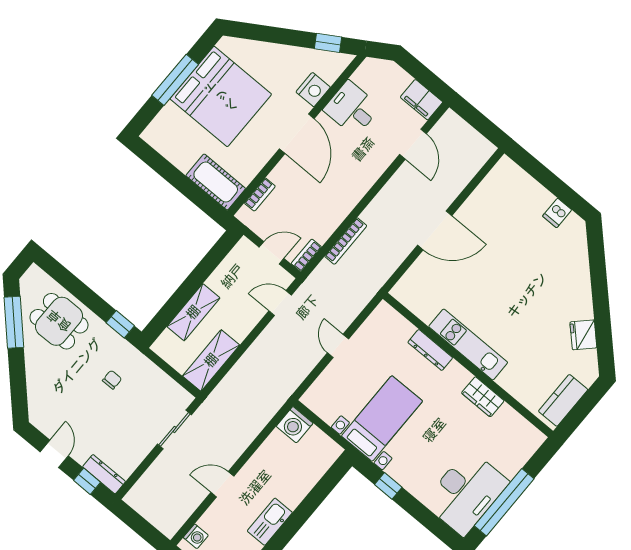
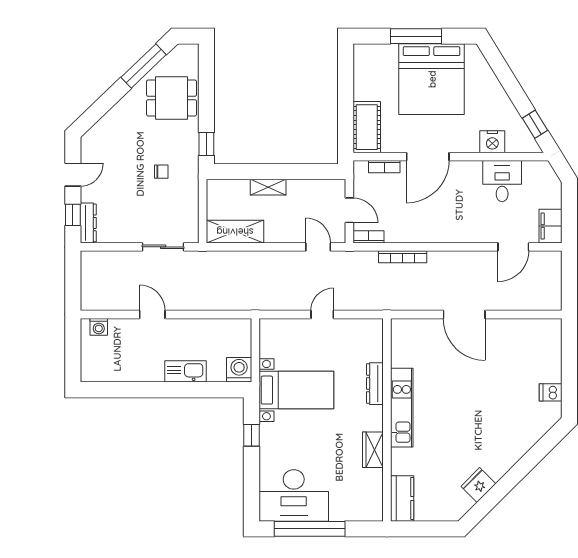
door: (297, 134) -> (428, 157), moved
shelving: (193, 312) -> (268, 187), width x0.67, depth x0.75
dining table: (59, 321) -> (172, 98), turned 90
kitchen counter: (563, 400) -> (402, 498), moved, turned 90
washing machine: (295, 425) -> (239, 370), moved, turned 90
kitchen sink: (270, 522) -> (185, 371), moved

